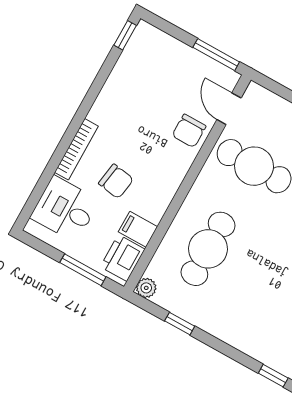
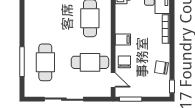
chair: (116, 181) -> (161, 68), moved
filing cabinet: (138, 229) -> (123, 40), moved

